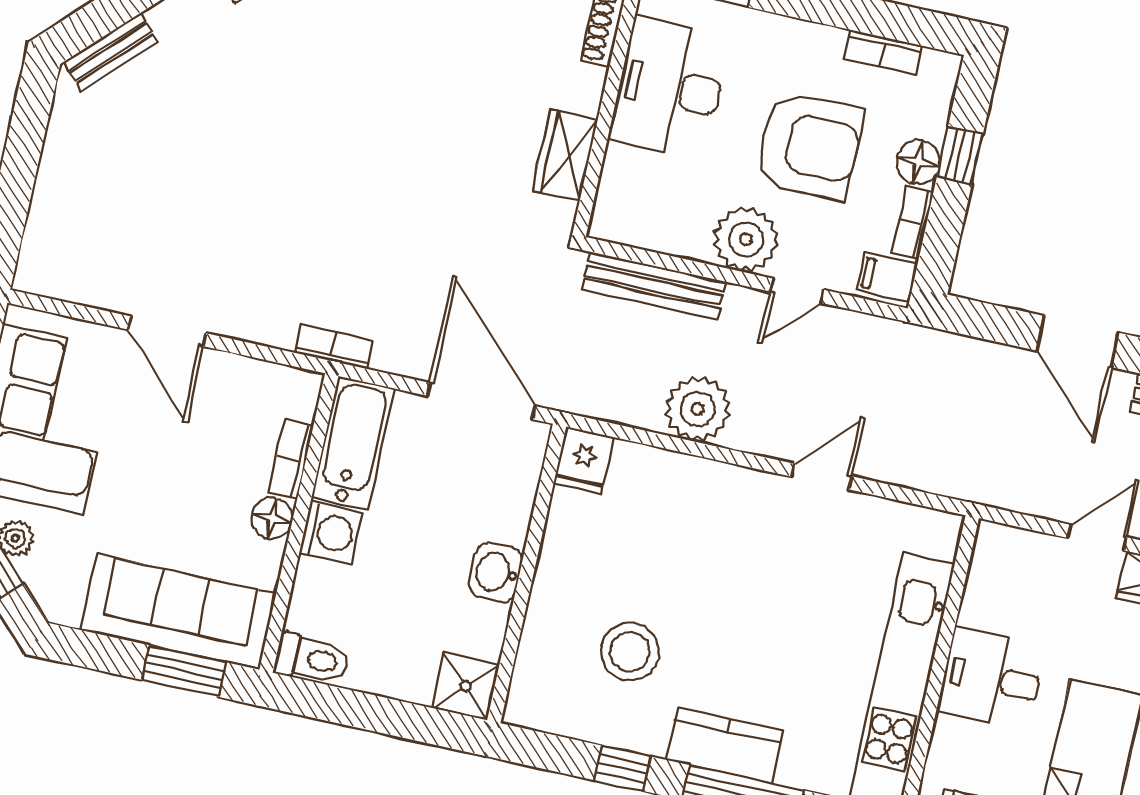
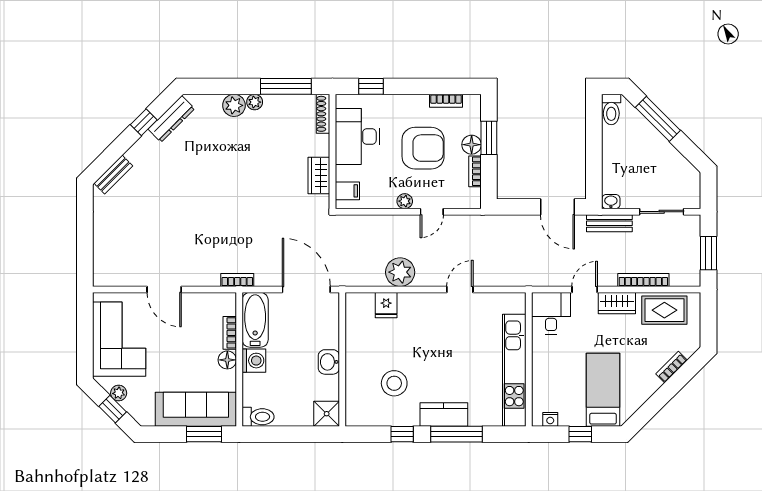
window: (960, 155) -> (489, 138), width x1.50
plant: (746, 239) -> (405, 201), width x0.53, depth x0.53
filing cabinet: (887, 277) -> (347, 191), moved, turned 180
bench: (654, 286) -> (369, 223), removed
fridge: (583, 460) -> (386, 305), moved
desk: (991, 679) -> (551, 313), moved, turned 90

